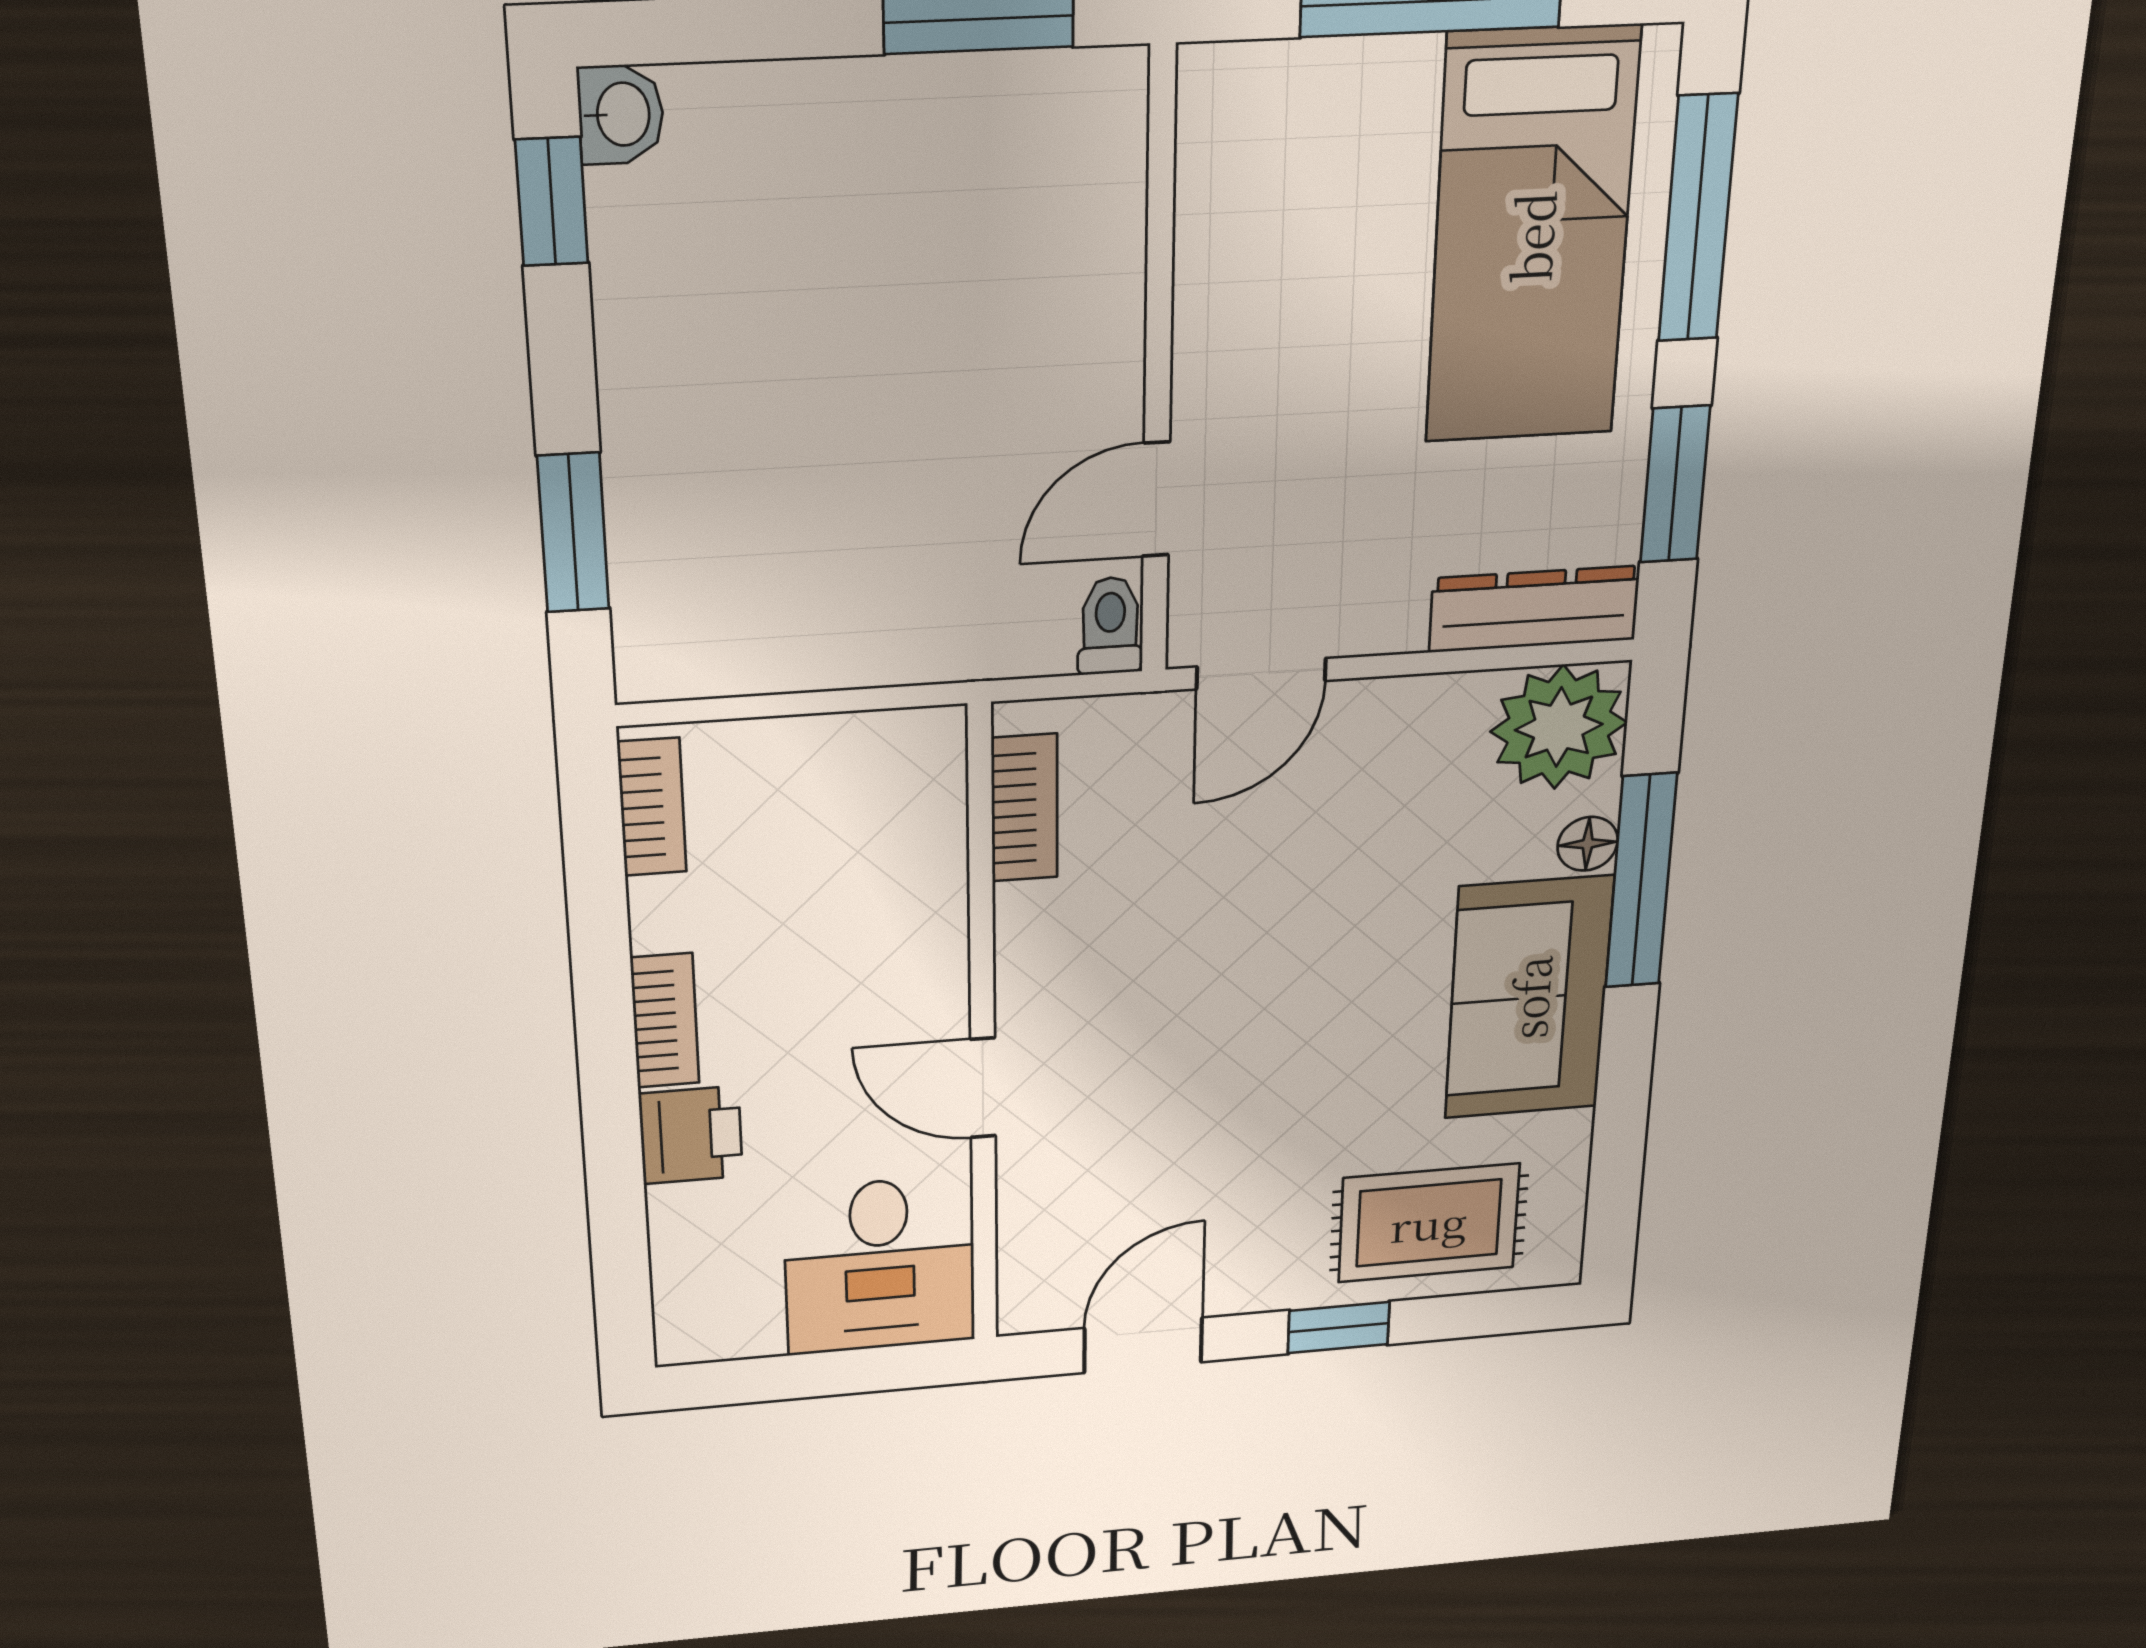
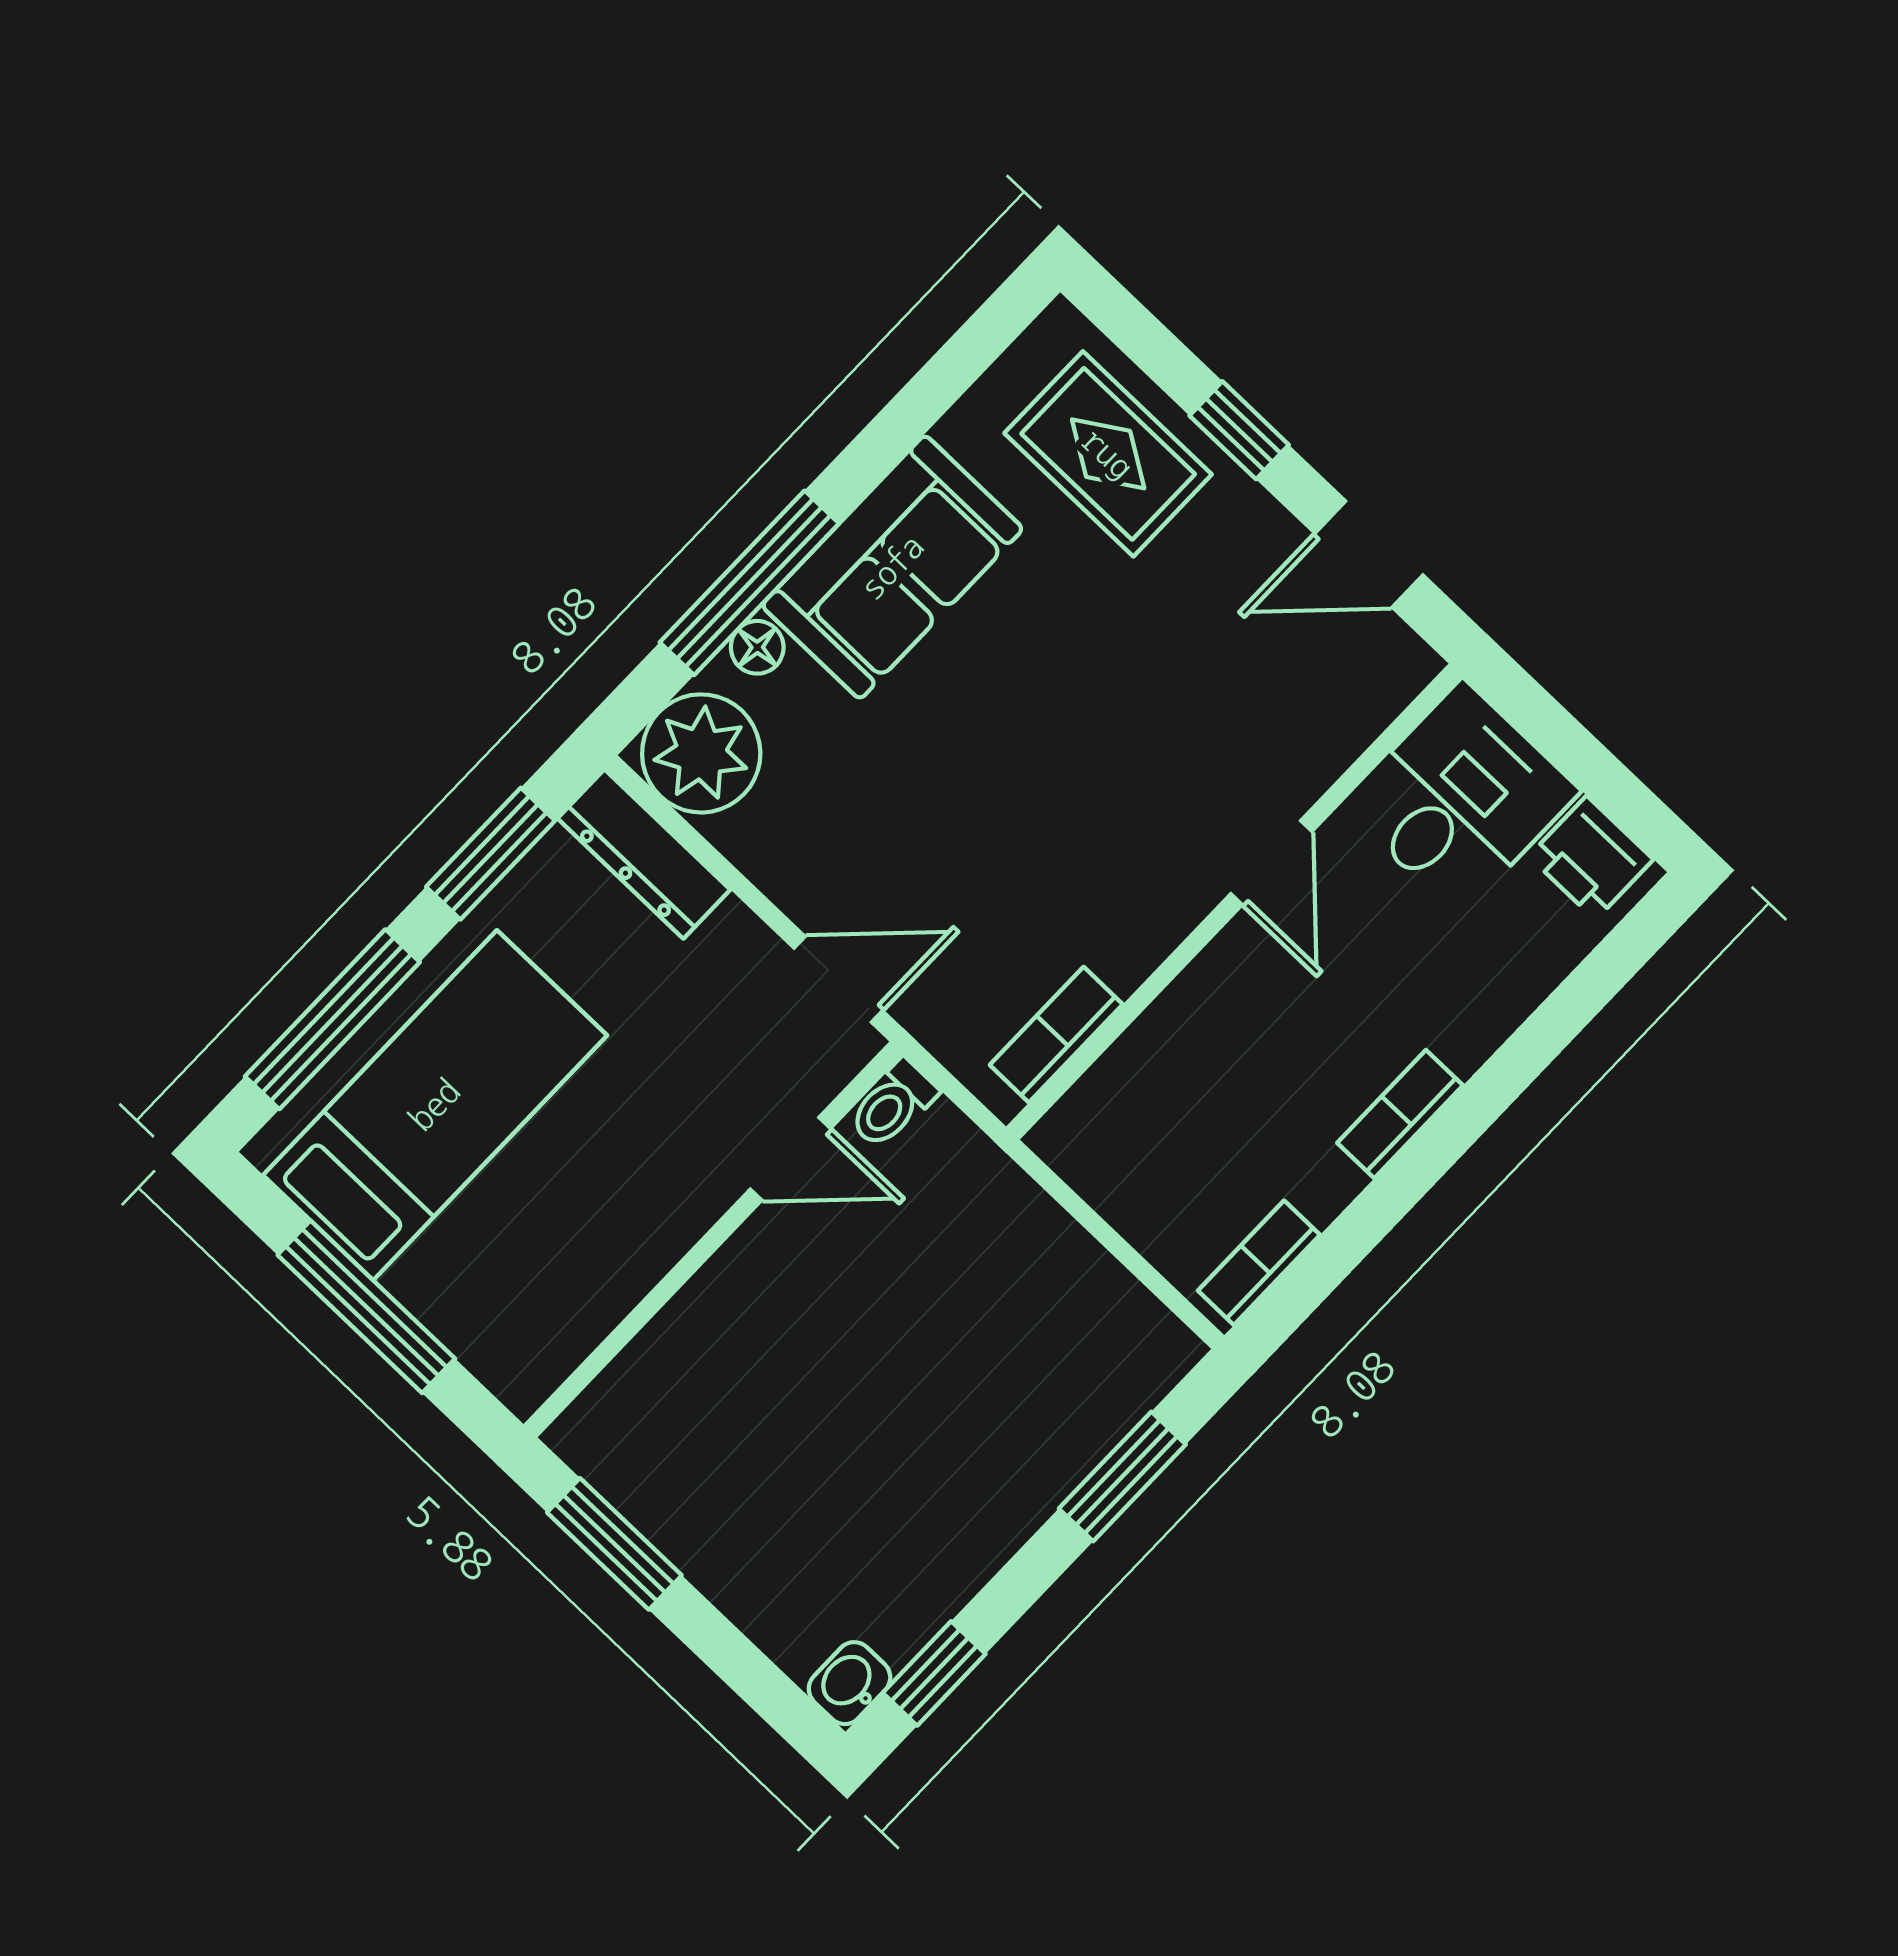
printer: (691, 1135) -> (1591, 858), moved, turned -90

